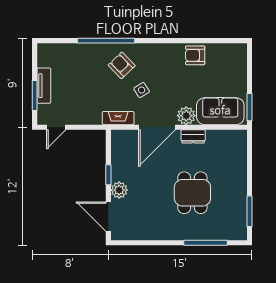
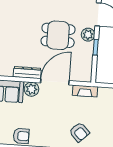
side table: (142, 90) -> (65, 112), removed
dresser: (193, 136) -> (27, 73), width x1.44
dining table: (192, 193) -> (58, 35), moved, turned 90

